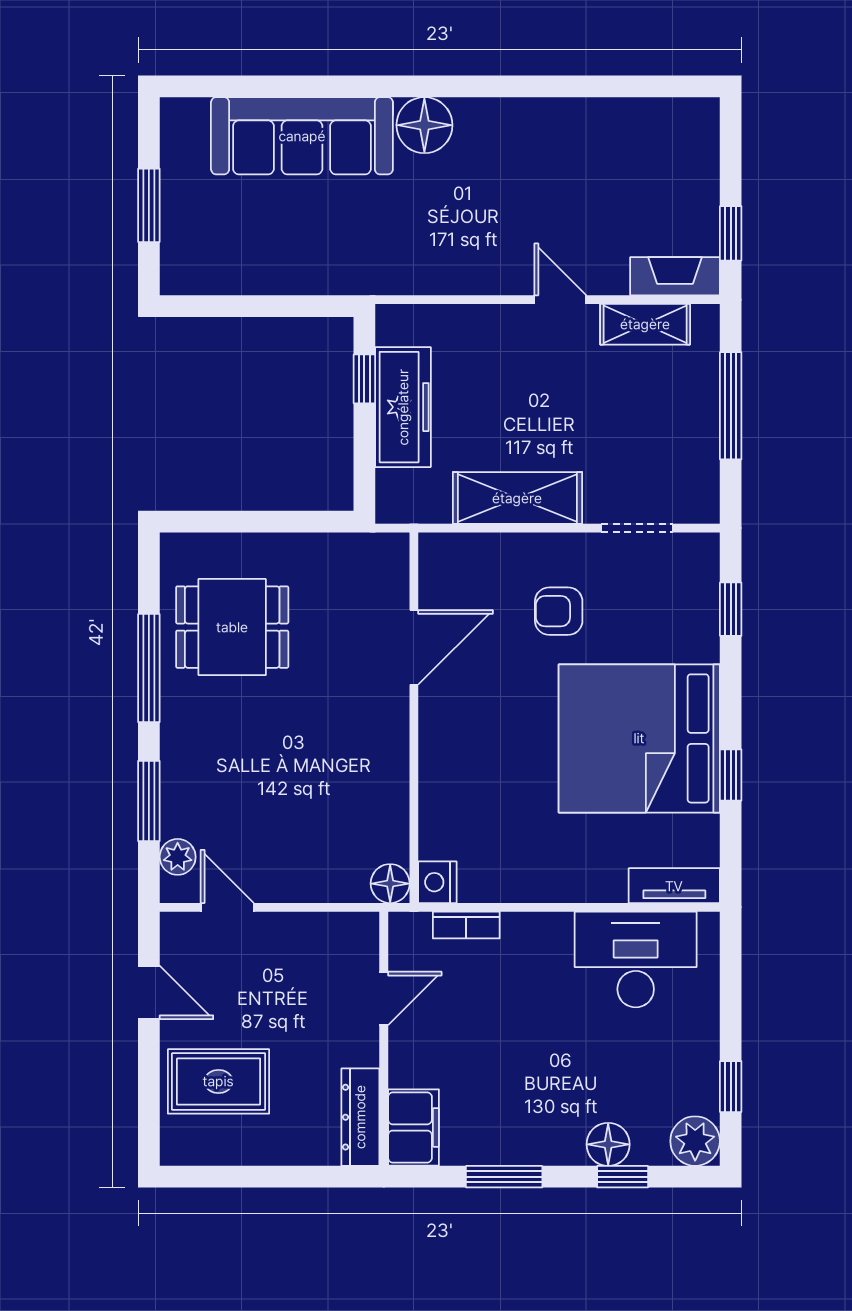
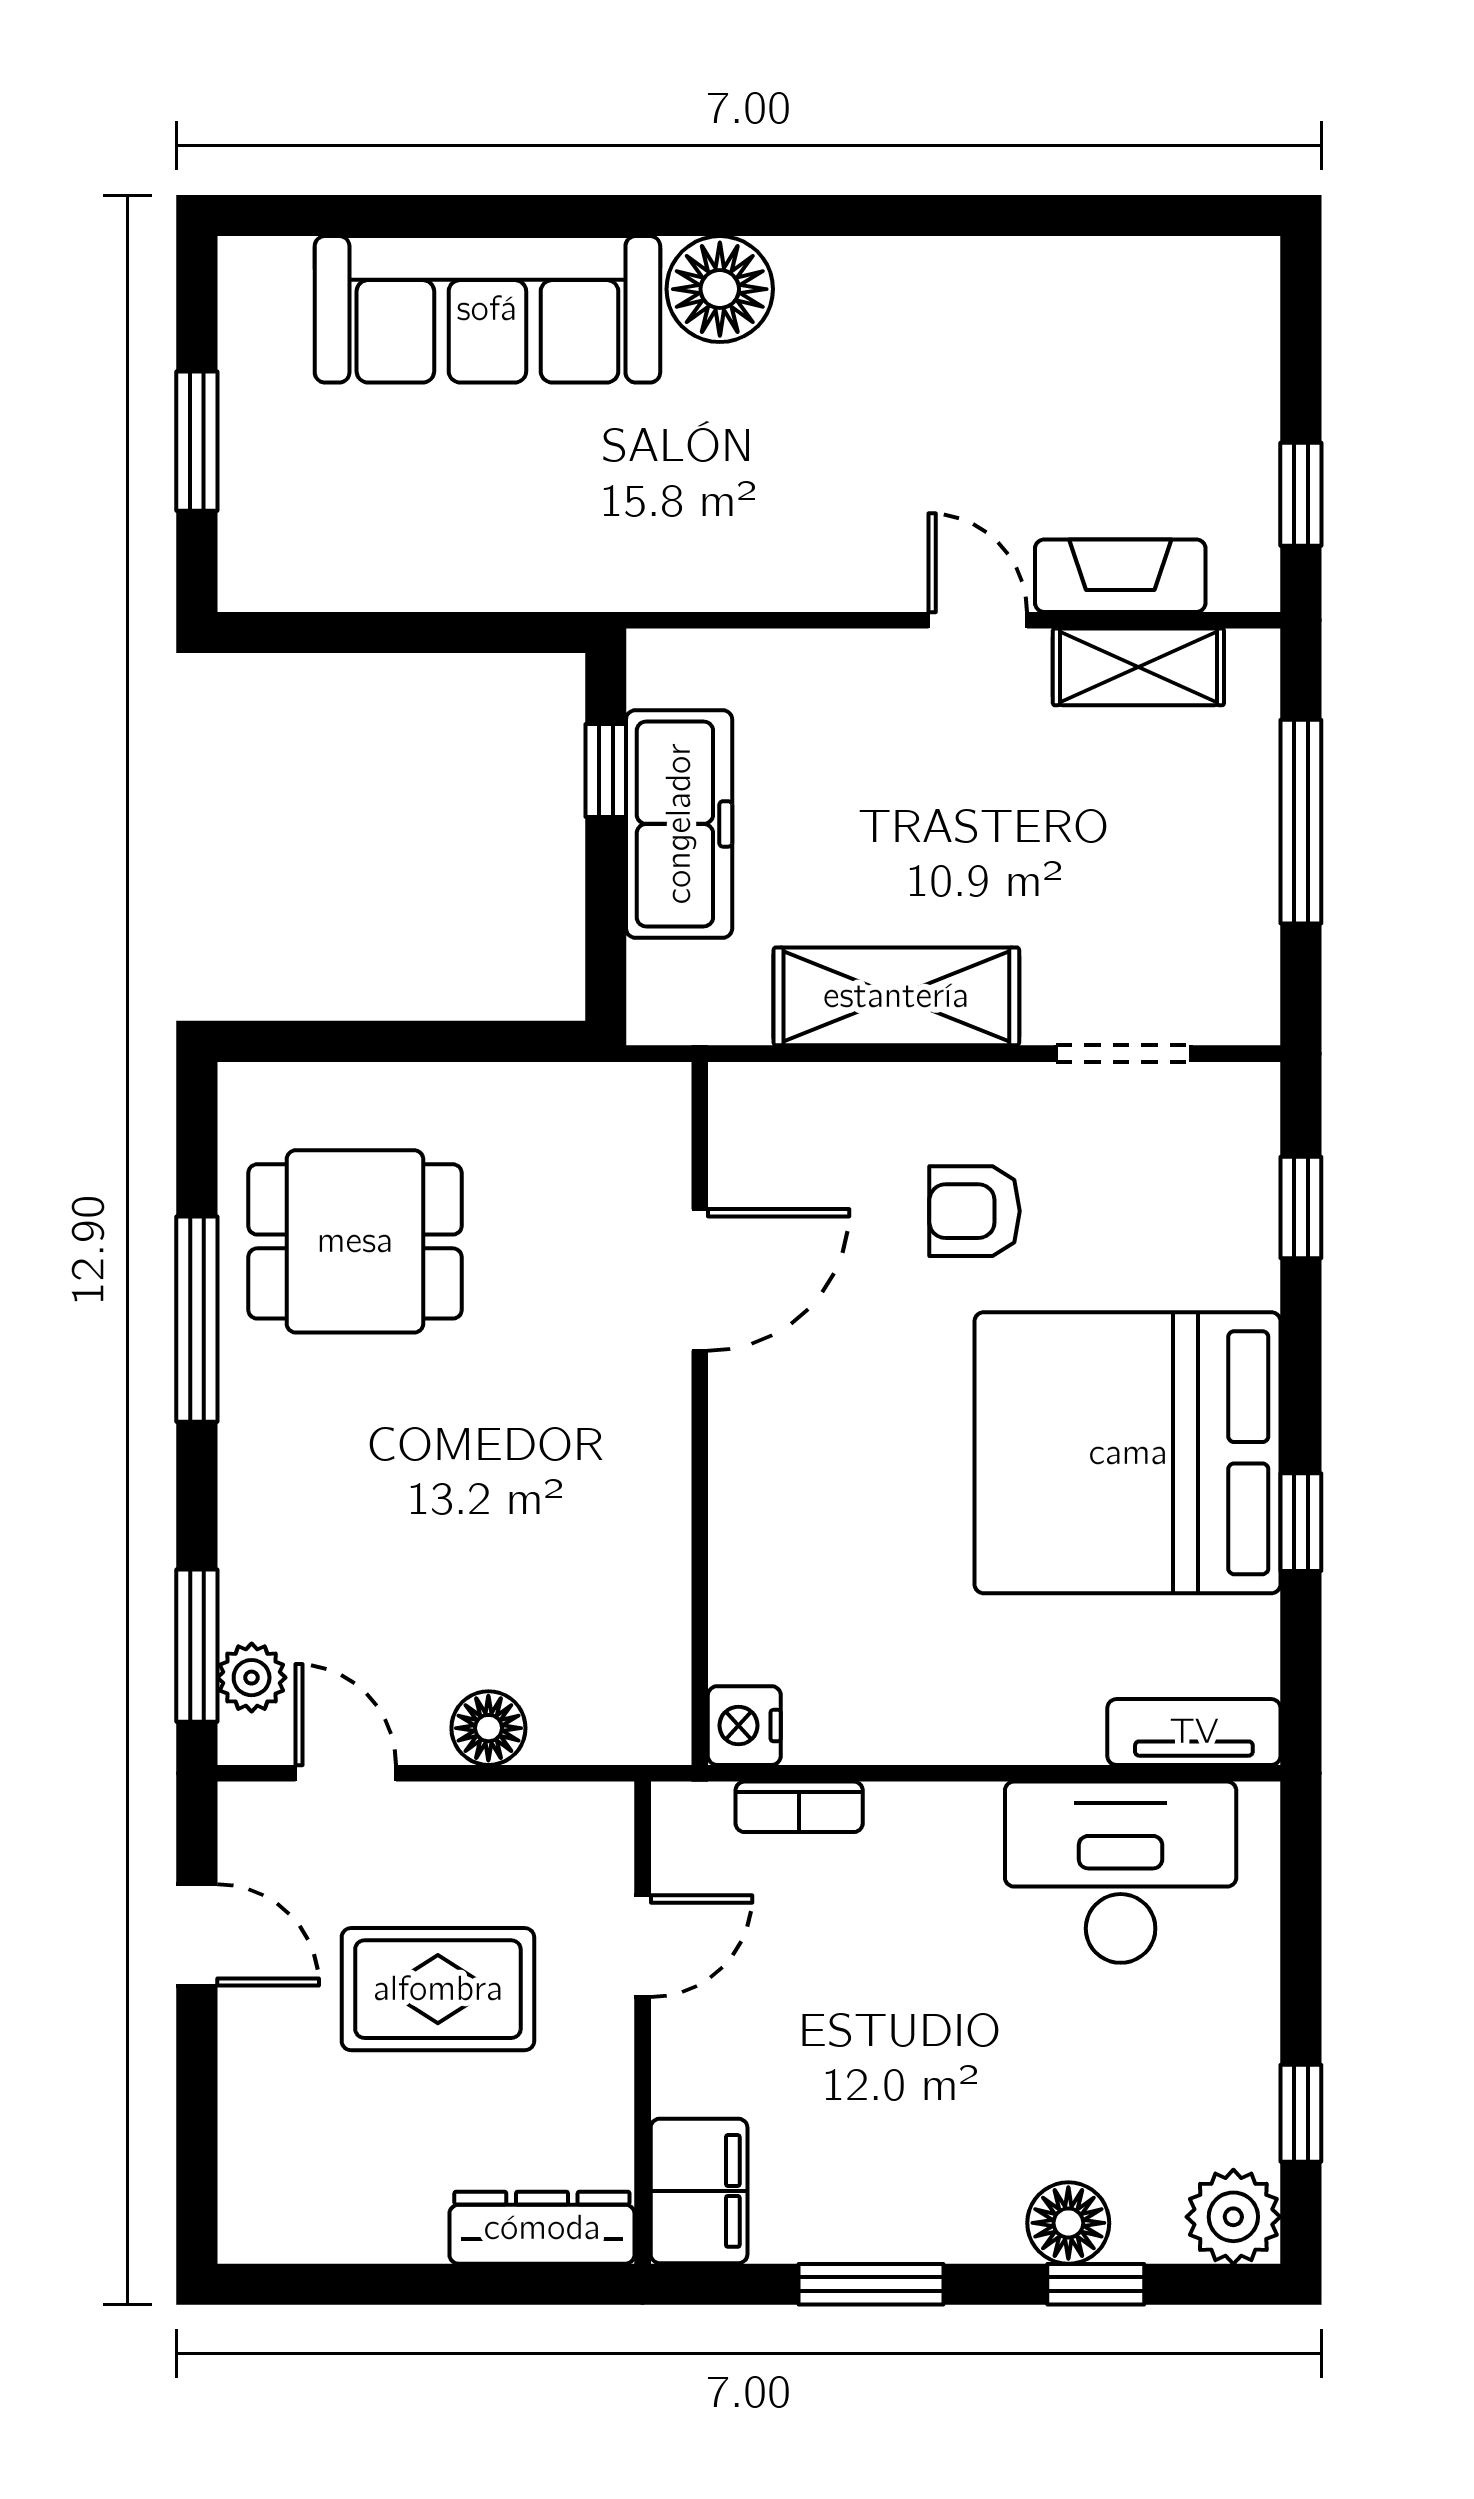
fireplace: (675, 276) -> (1120, 576), moved
window: (149, 801) -> (197, 1646), moved
floor lamp: (390, 884) -> (488, 1728), moved
rug: (218, 1081) -> (438, 1989), moved
dresser: (360, 1117) -> (542, 2228), moved, turned 90

